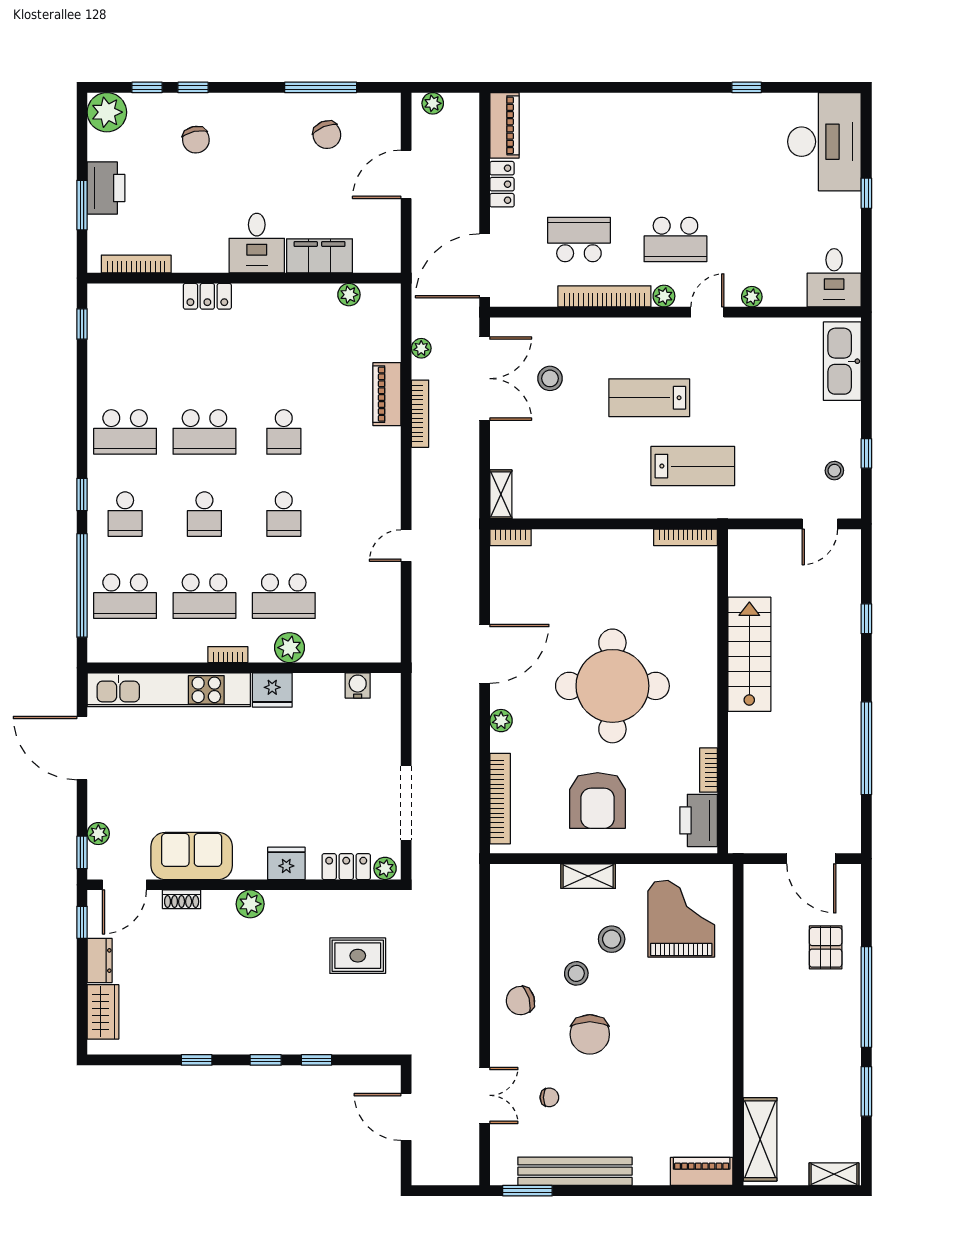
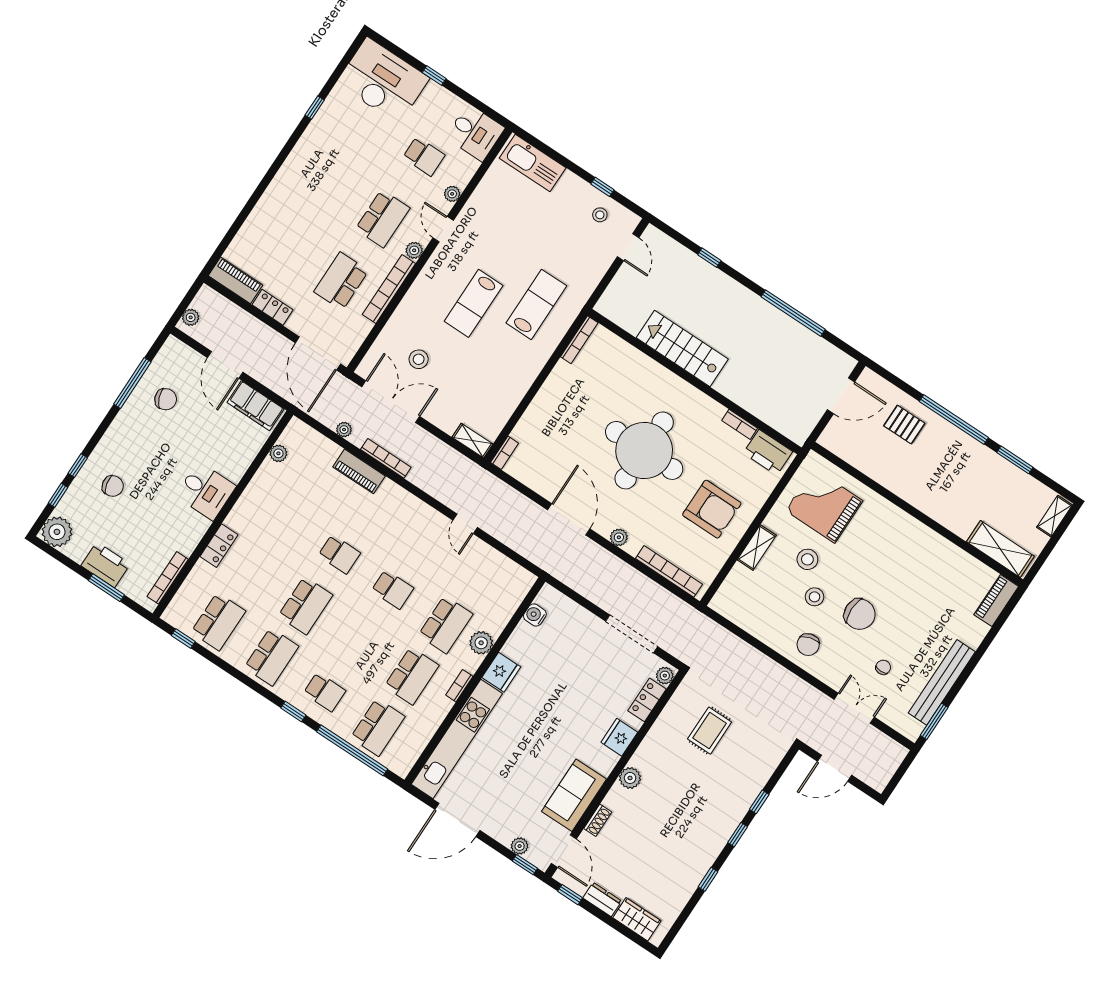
school desk: (772, 239) -> (424, 156), added
filing cabinet: (320, 256) -> (255, 406), moved, turned -90
school desk: (204, 514) -> (218, 622), moved, width x1.85

